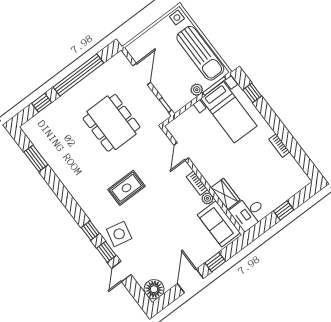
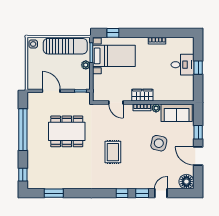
window: (42, 103) -> (23, 175), moved
wardrobe: (225, 194) -> (142, 95), moved
desk: (248, 213) -> (182, 65), moved, turned -90
side table: (119, 234) -> (159, 143), moved
door: (121, 271) -> (161, 193), swing flipped

